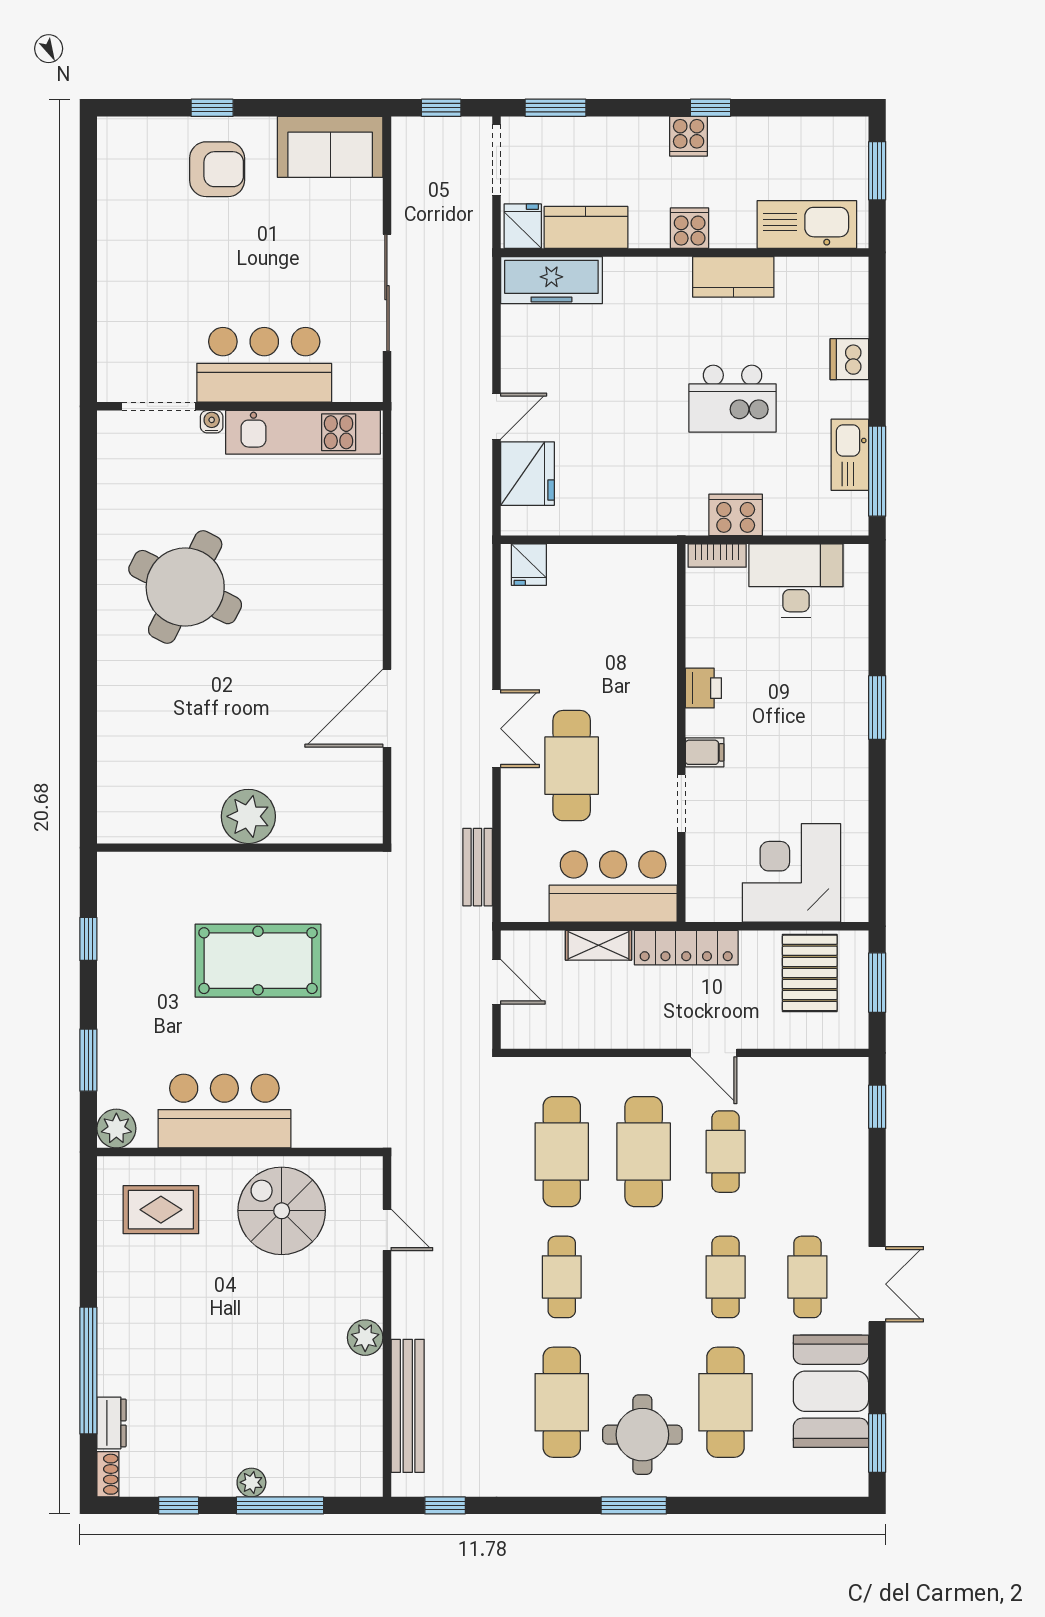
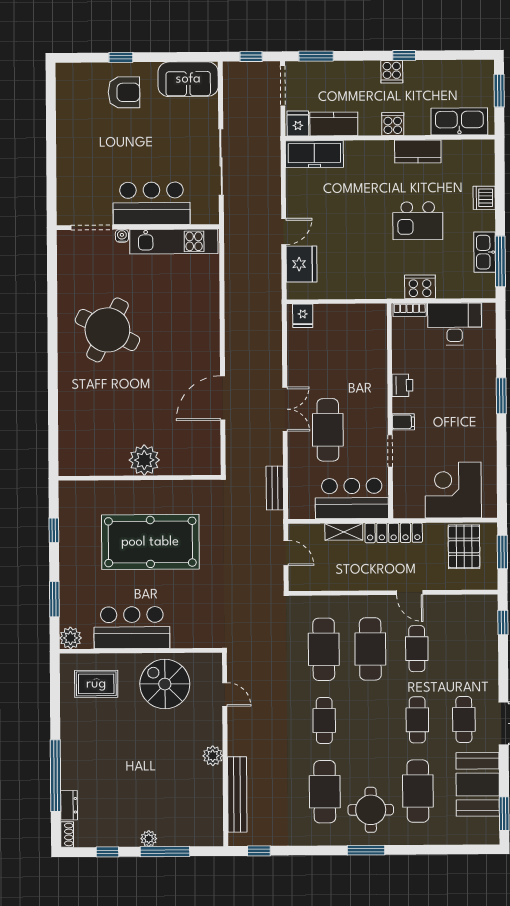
pool table: (258, 961) -> (150, 542), width x1.36, depth x1.32

